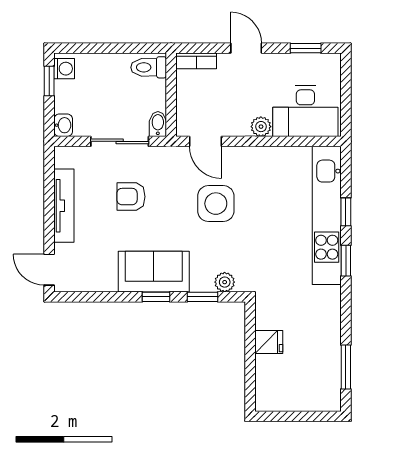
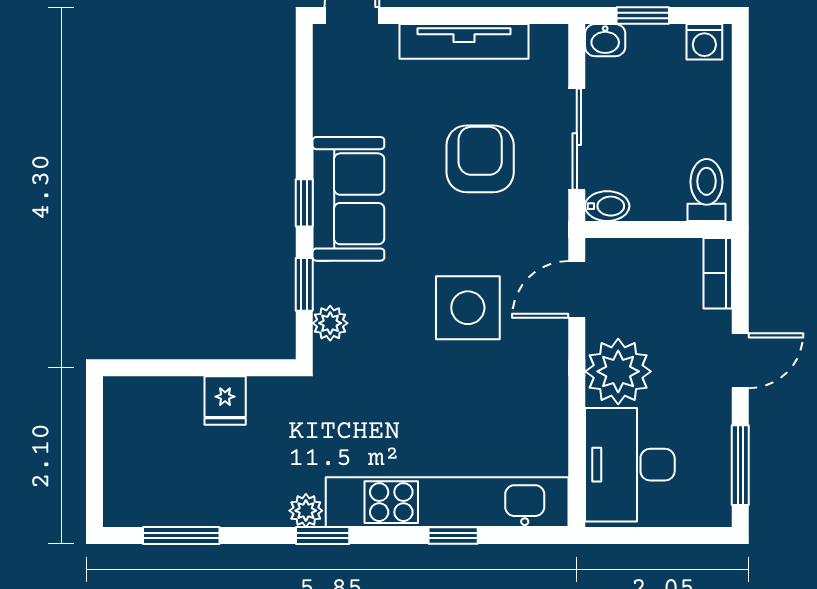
window: (306, 48) -> (740, 465), width x1.50
window: (49, 81) -> (643, 16), moved
plant: (261, 127) -> (618, 371), width x1.88, depth x1.88
armchair: (131, 197) -> (480, 159), width x1.38, depth x1.38
window: (346, 261) -> (323, 536), moved
plant: (332, 296) -> (306, 511), added

